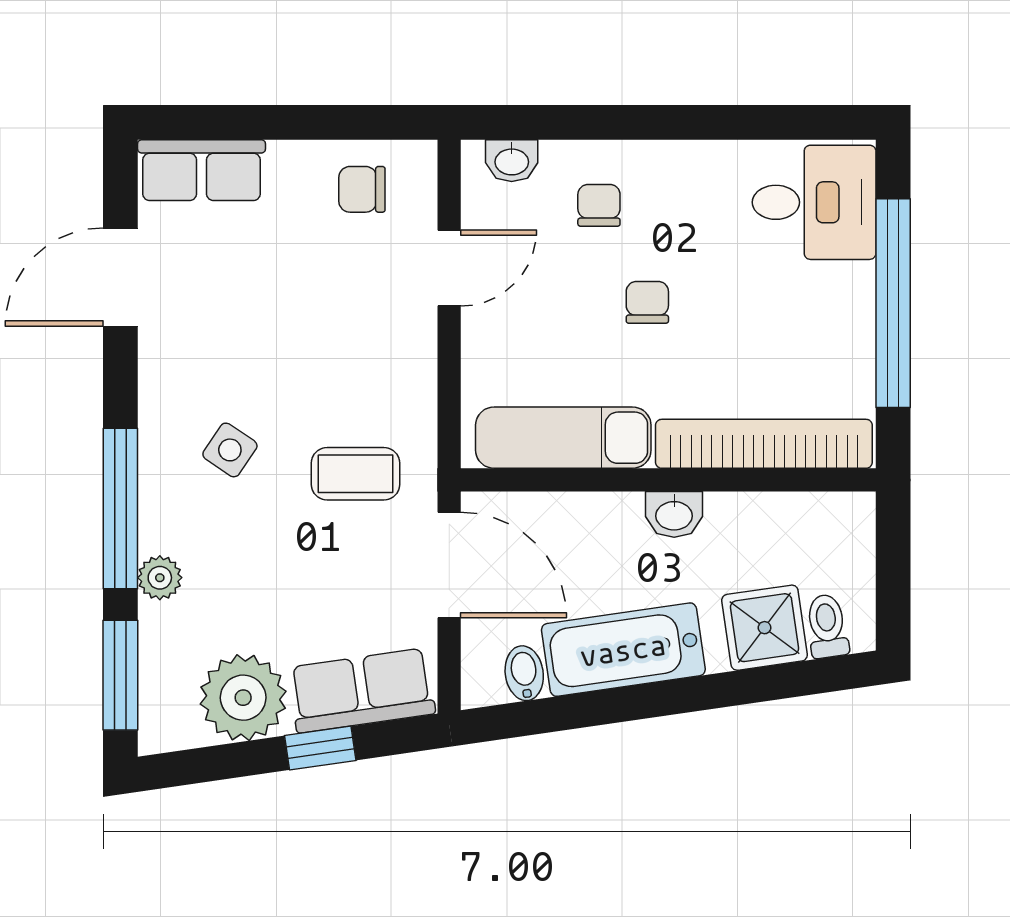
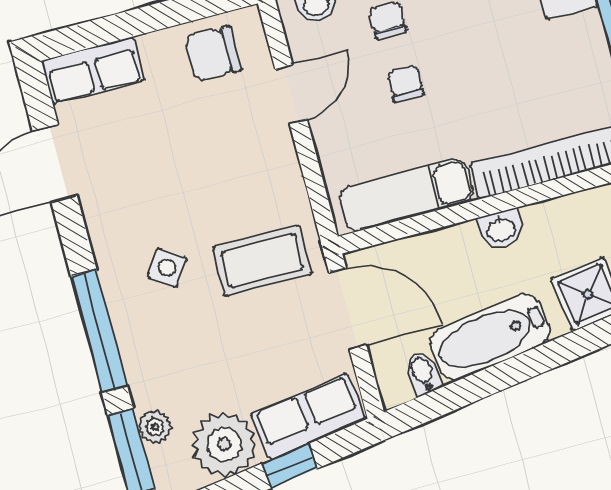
chair: (362, 189) -> (213, 54), width x1.37, depth x1.37
chair: (647, 302) -> (405, 84), moved
coffee table: (355, 474) -> (263, 261), width x1.36, depth x1.30
plant: (160, 578) -> (155, 427), moved

